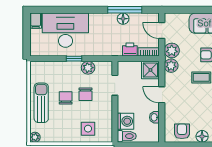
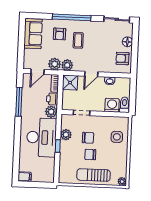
floor lamp: (123, 19) -> (26, 104), removed
desk: (65, 30) -> (42, 137), moved, turned 180
plant: (115, 49) -> (51, 112), added

